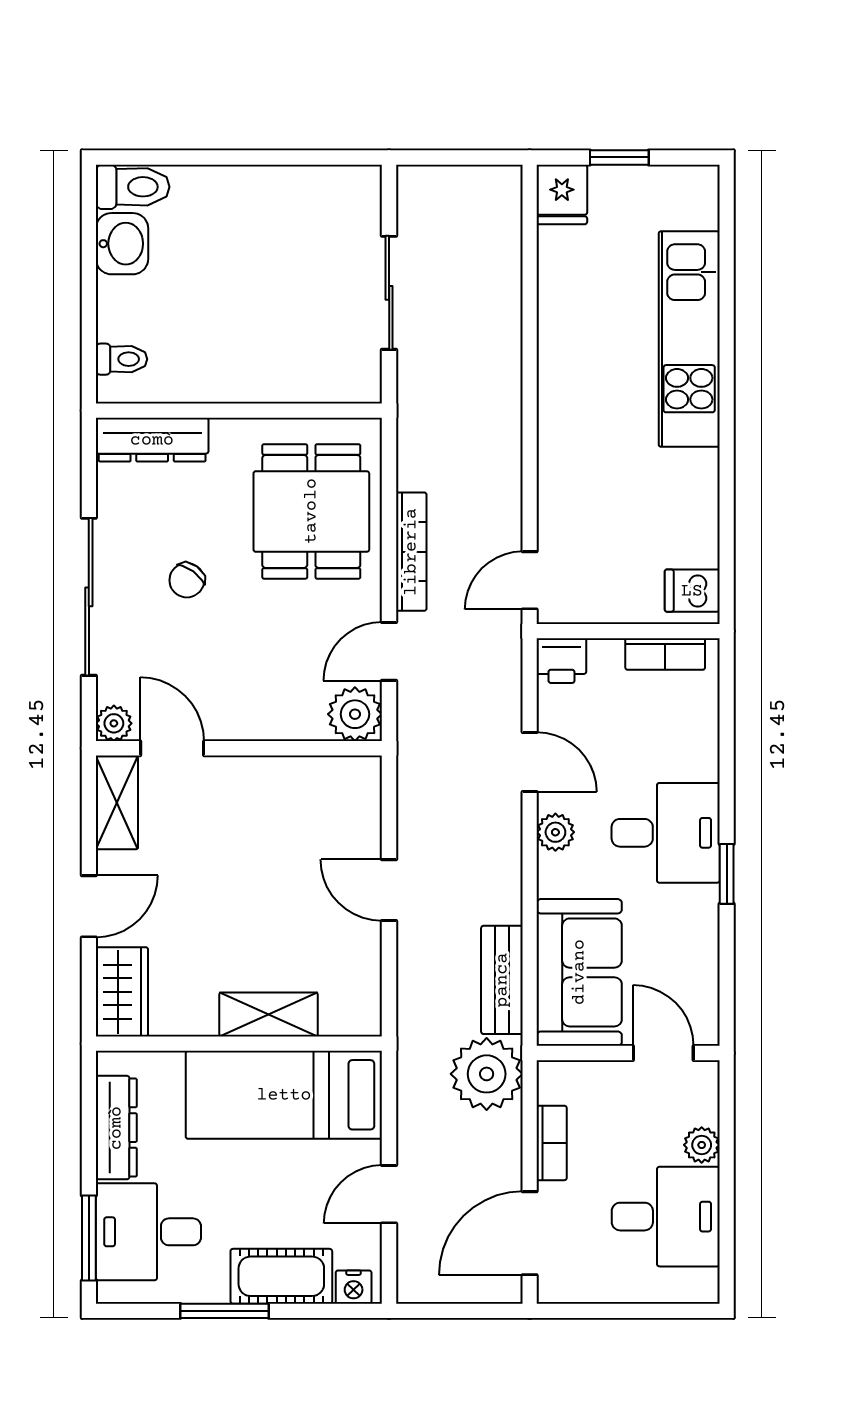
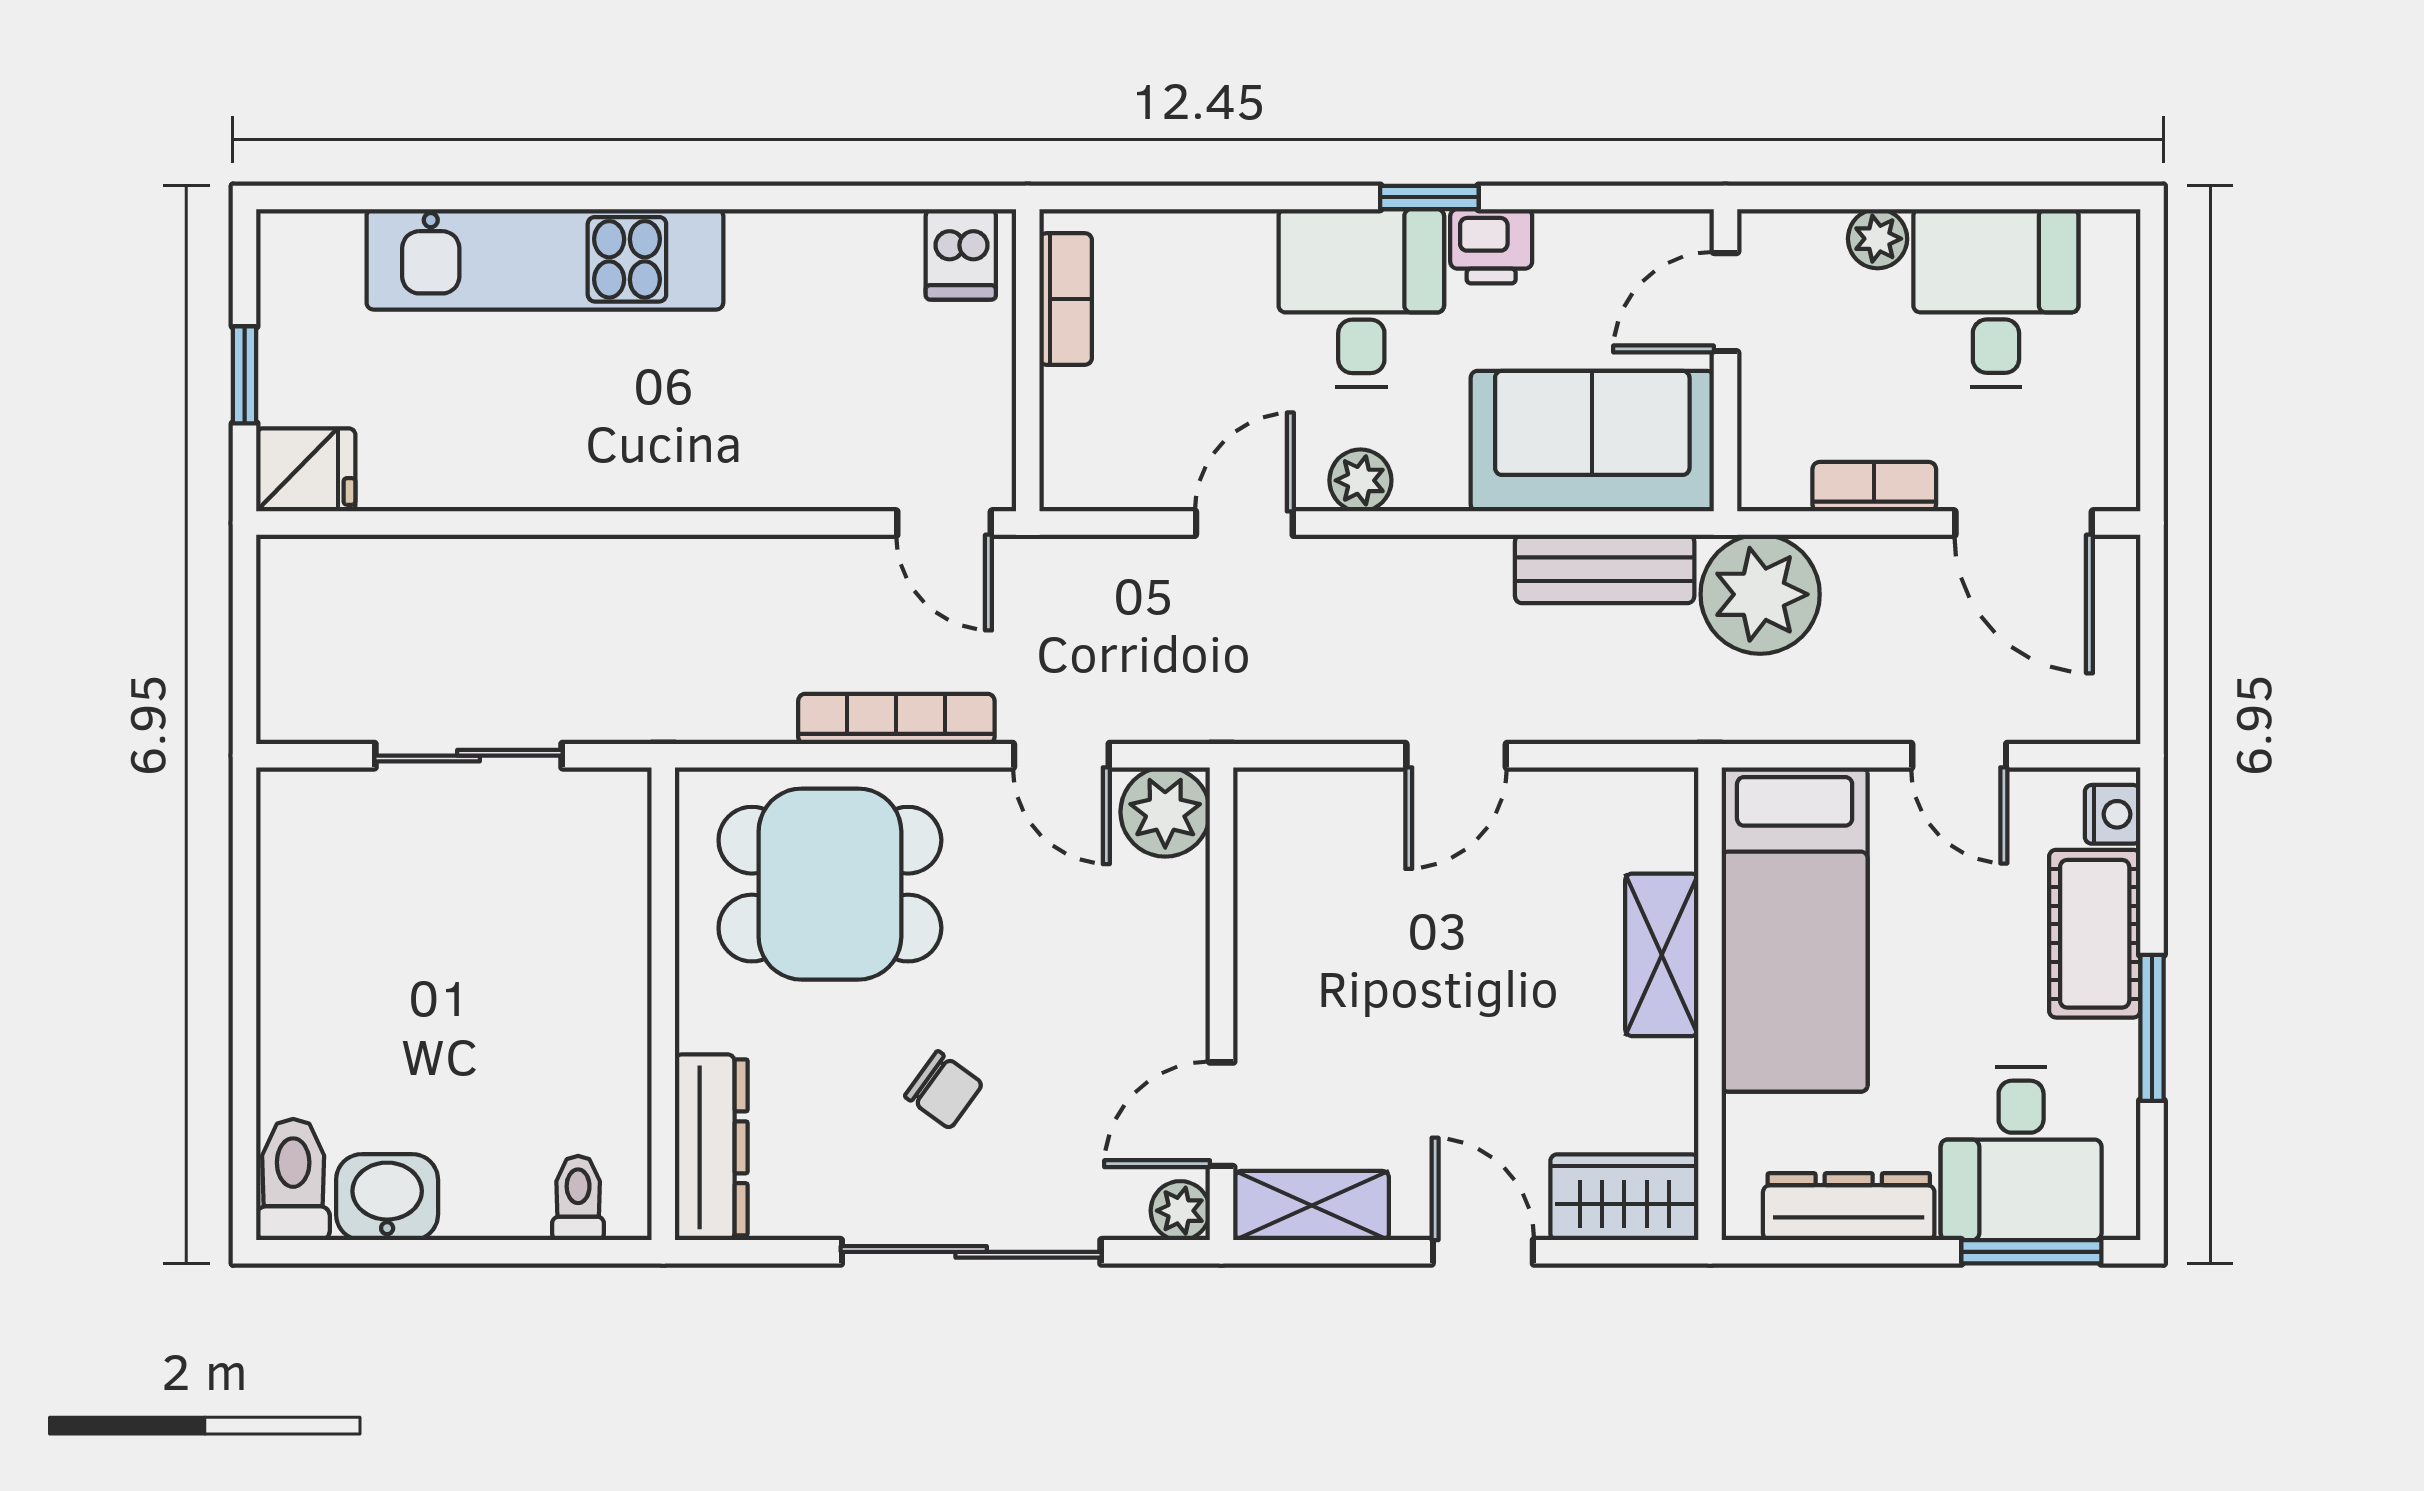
printer: (561, 661) -> (1491, 246), moved, turned 90

